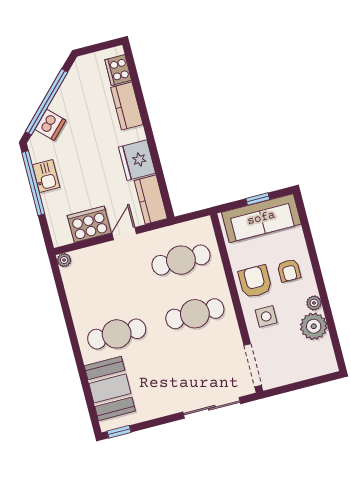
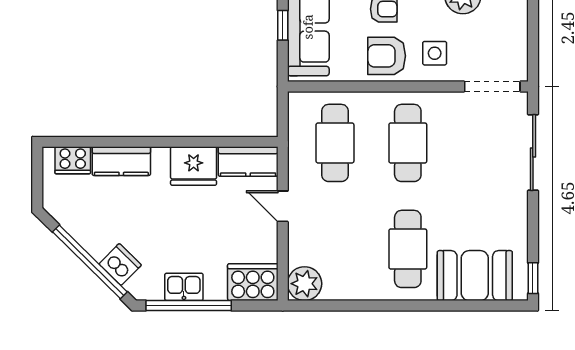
cooker: (89, 224) -> (253, 282), moved, turned 90
plant: (64, 260) -> (305, 284), width x1.88, depth x1.88

